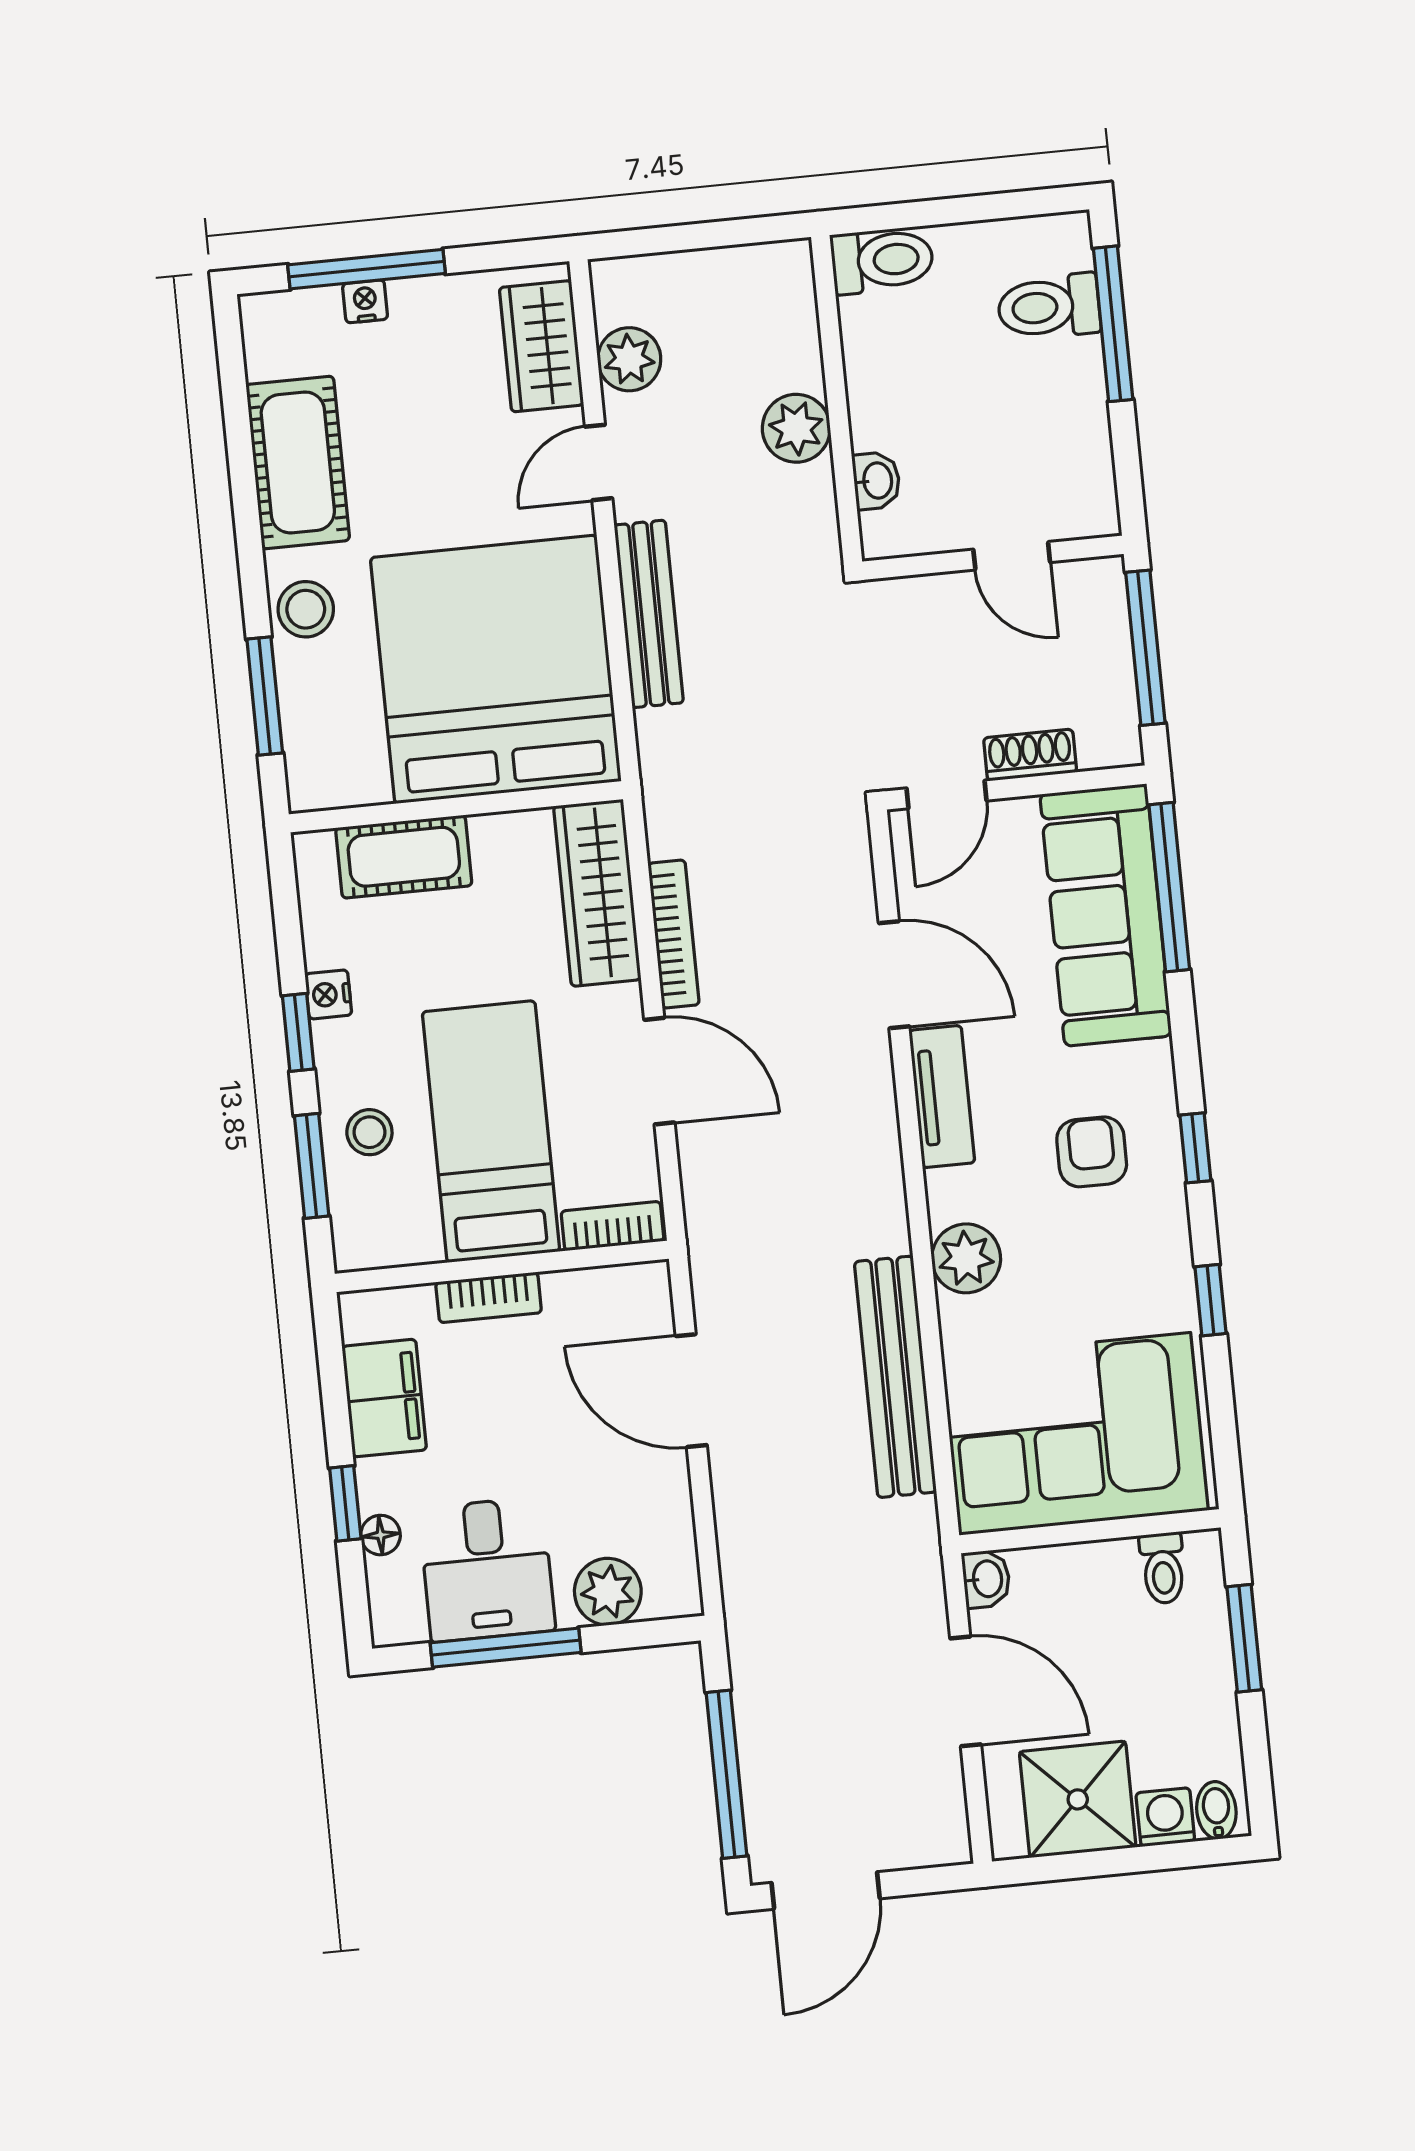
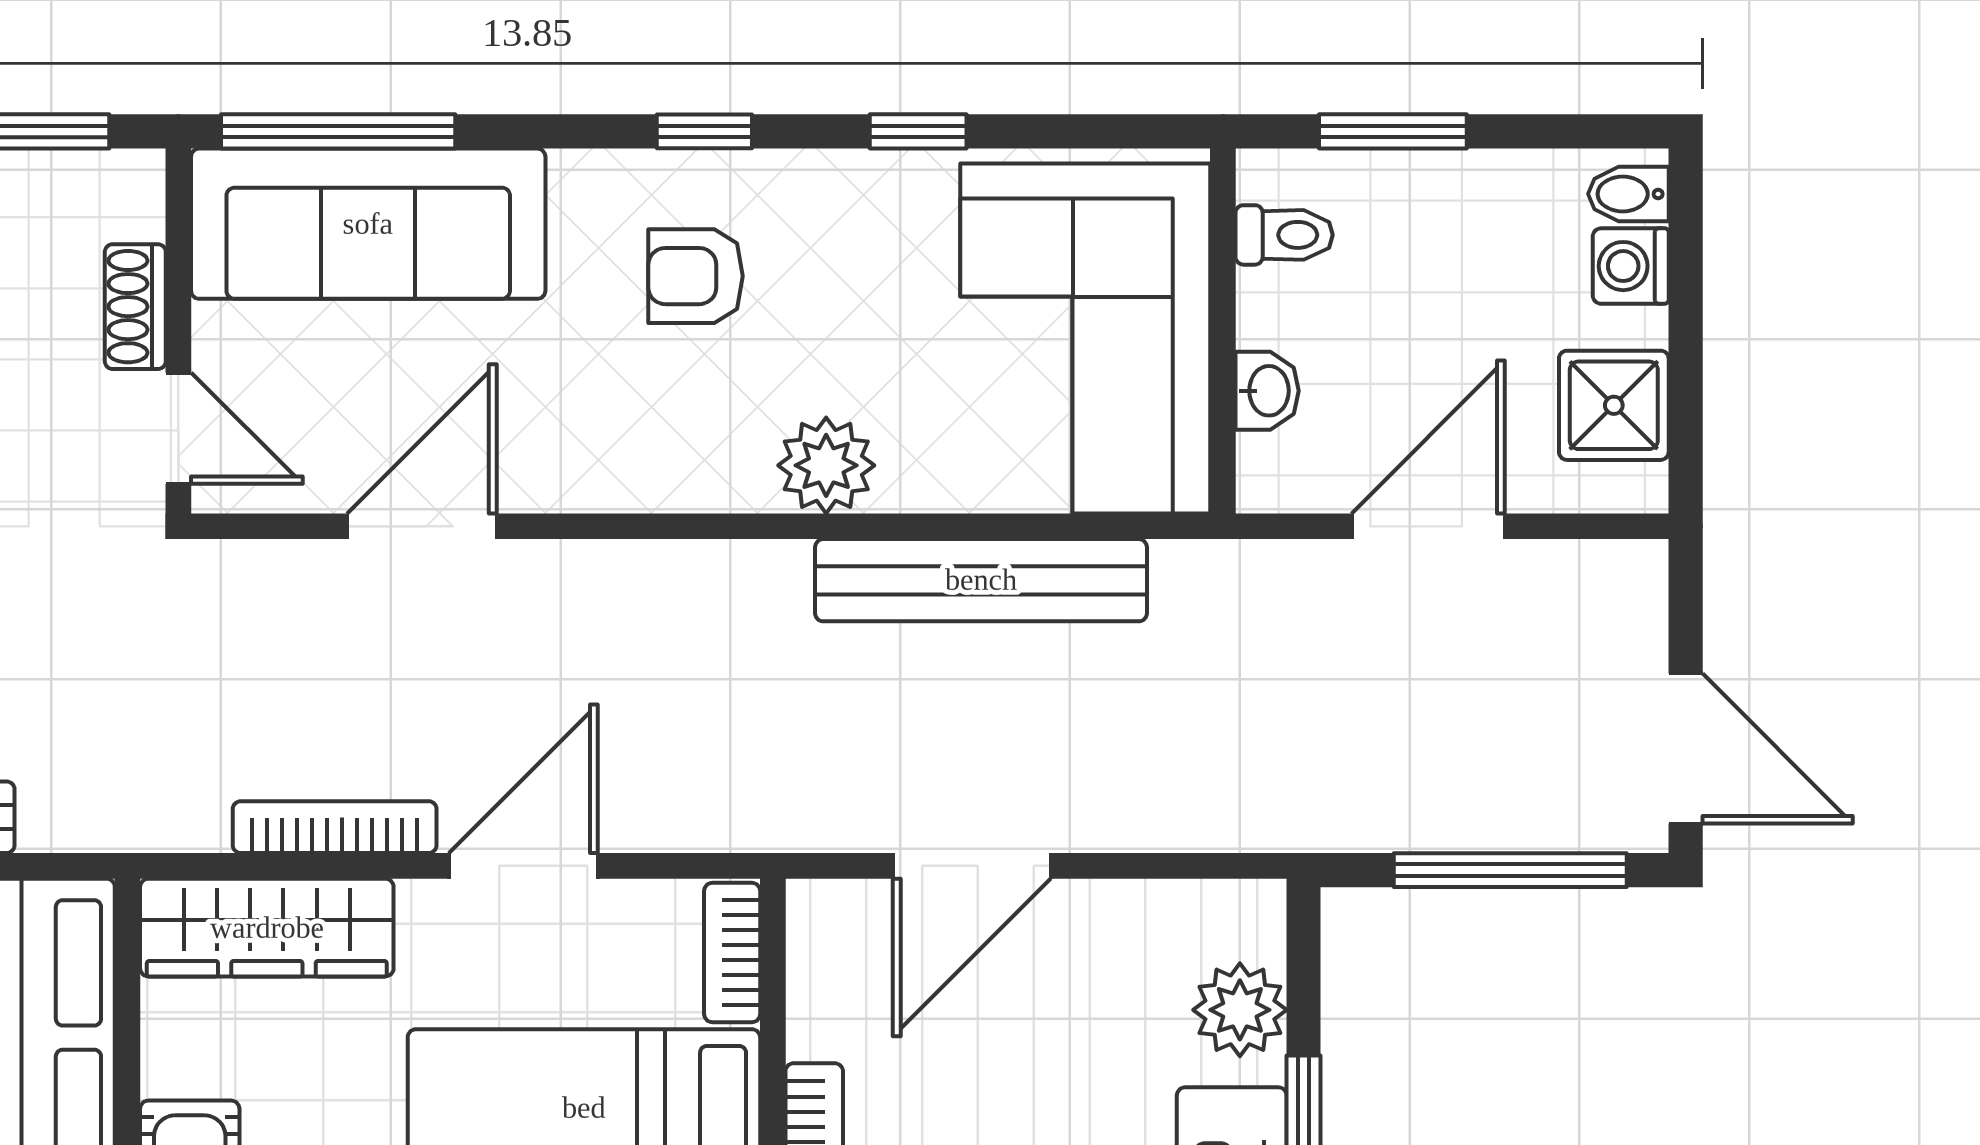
tv unit: (942, 1097) -> (598, 477), removed
washbasin: (986, 1579) -> (1267, 391), moved, turned 90
shower: (1078, 1799) -> (1614, 405), width x0.73, depth x0.73

